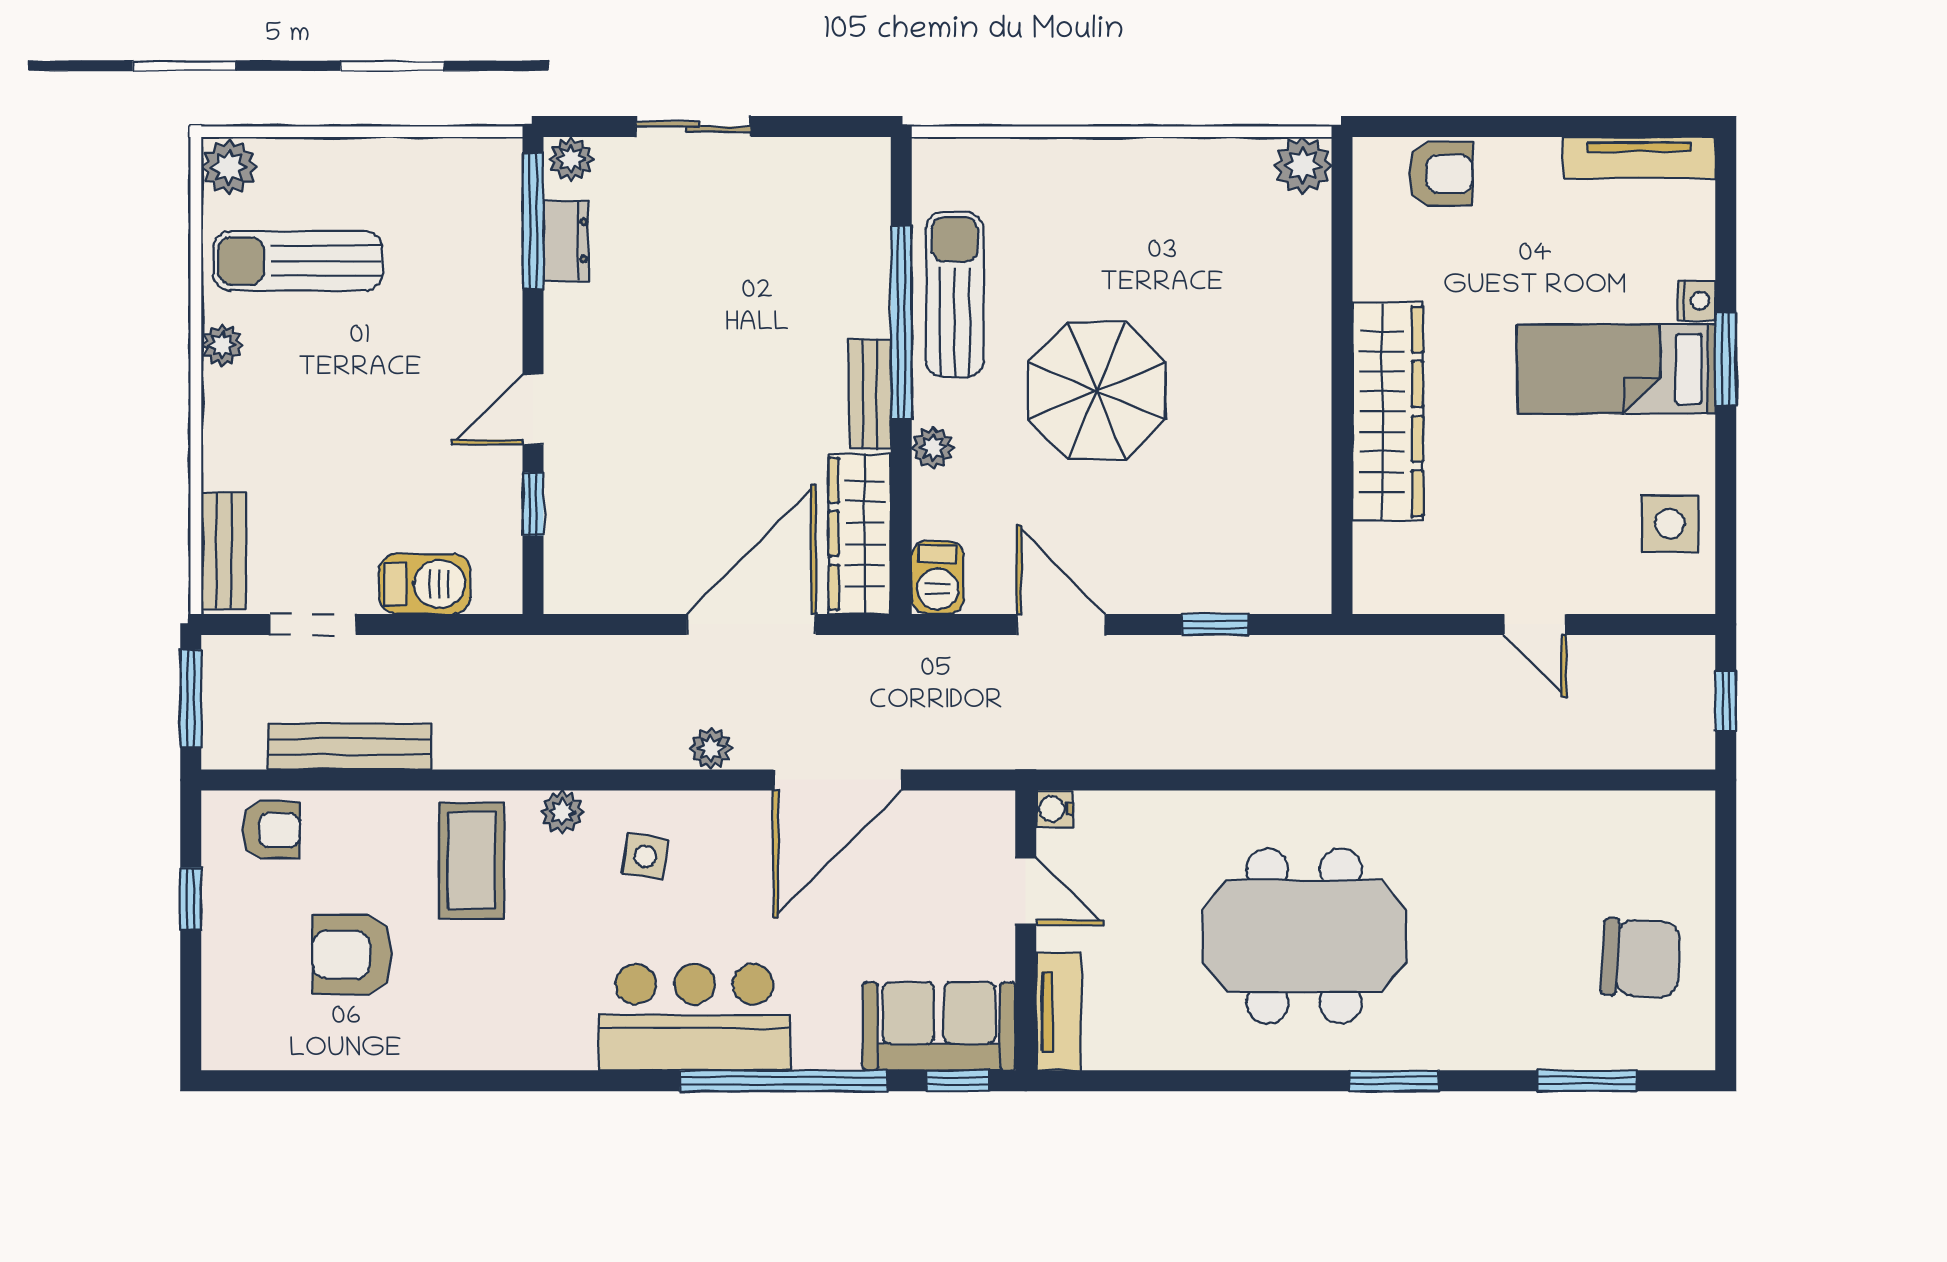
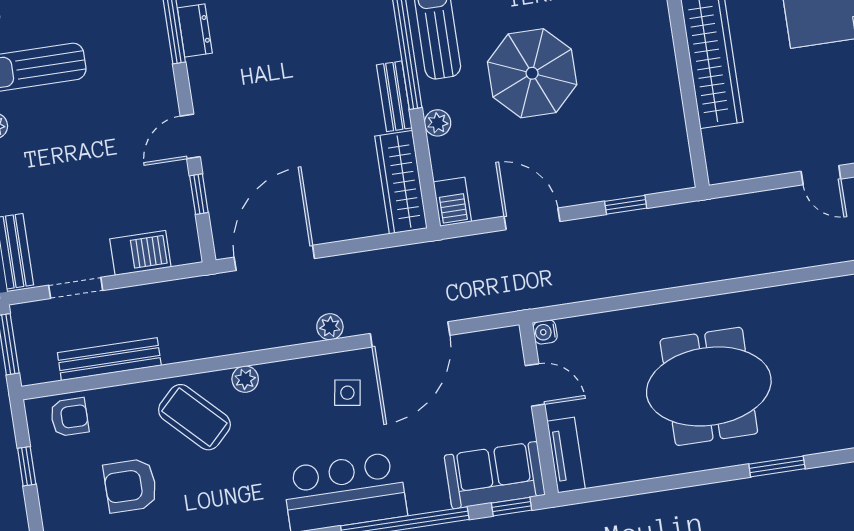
door: (751, 624) -> (274, 258), moved
side table: (645, 857) -> (347, 393), moved
coffee table: (472, 860) -> (194, 417), turned -45

